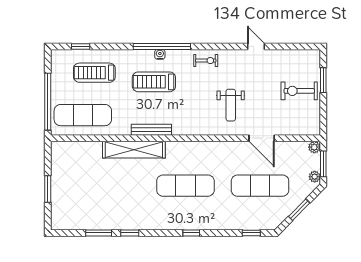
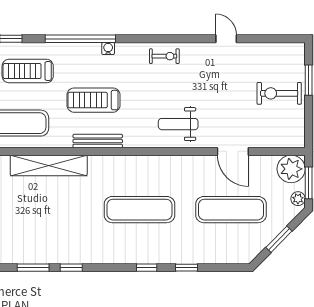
window: (162, 46) -> (80, 39), moved
treadmill: (154, 82) -> (93, 100), moved
weight bench: (231, 105) -> (178, 124), moved, turned 90
plant: (314, 147) -> (291, 169), width x1.88, depth x1.88
shelving: (134, 150) -> (49, 165), moved
window: (251, 233) -> (186, 268), moved

